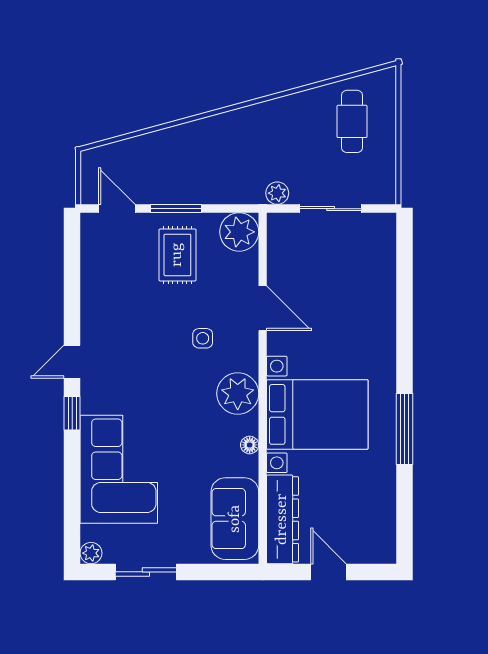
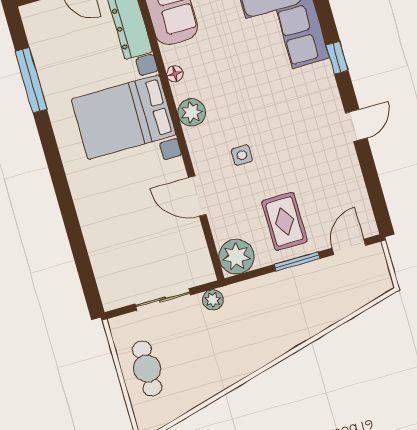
cafe table: (352, 121) -> (147, 369), moved
door: (117, 209) -> (349, 247), swing flipped
door: (72, 362) -> (356, 126), moved
plant: (238, 394) -> (192, 112), width x0.73, depth x0.73
window: (404, 429) -> (31, 80), moved

